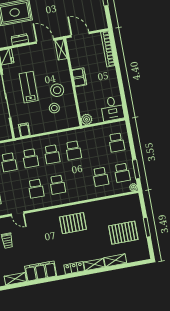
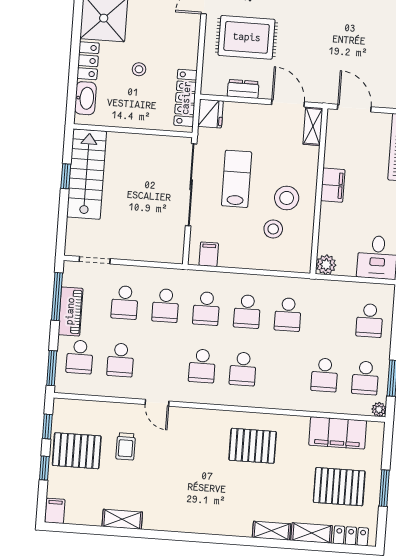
locker: (74, 268) -> (351, 536), moved
filing cabinet: (41, 271) -> (338, 433), moved, turned 180

